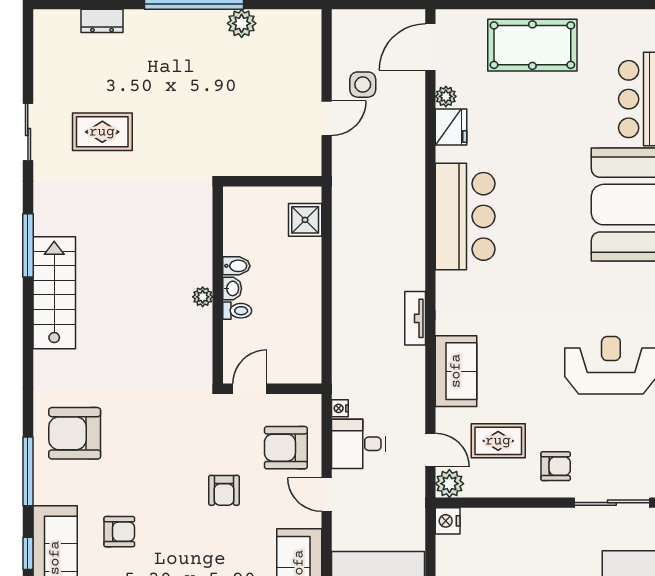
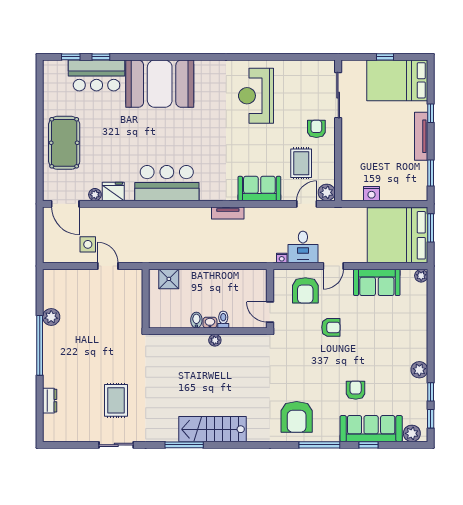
nightstand: (448, 521) -> (372, 194), moved

